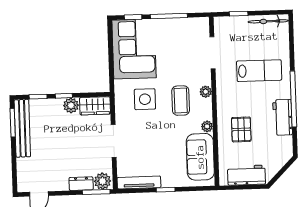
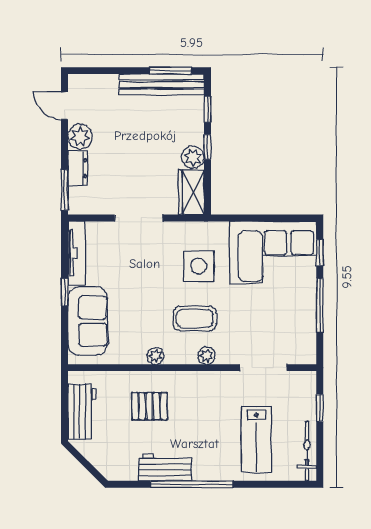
lab bench: (259, 71) -> (256, 439), moved
sofa: (200, 157) -> (88, 321), moved, turned 90
plant: (102, 181) -> (80, 137), moved

